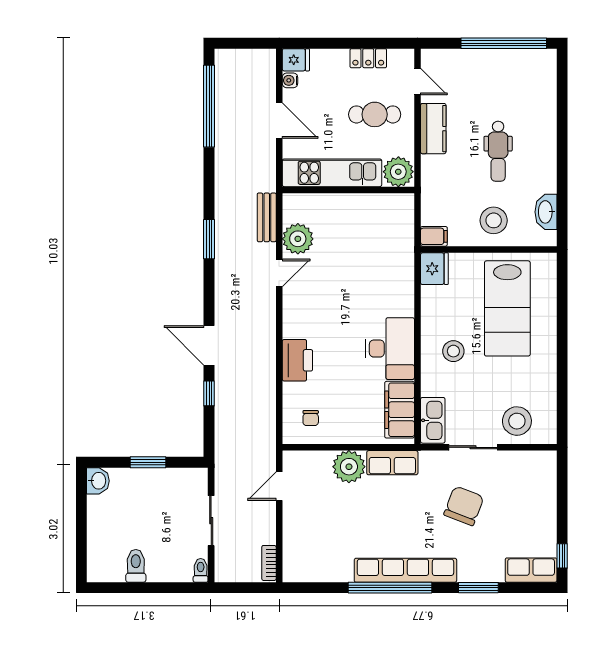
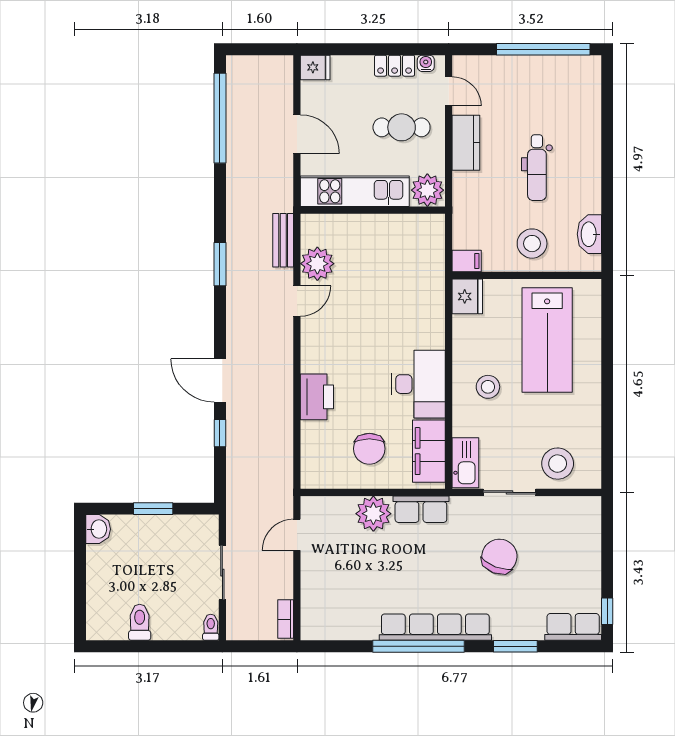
water cooler: (290, 80) -> (426, 63), moved, turned 90
chair: (311, 418) -> (369, 449), moved, width x1.87, depth x1.87

